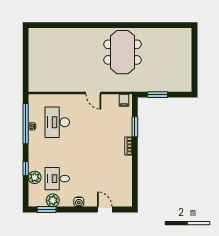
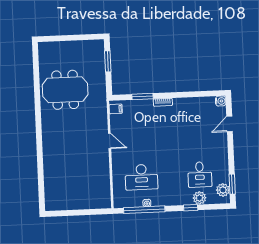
meeting table: (122, 52) -> (65, 90), moved
door: (93, 93) -> (110, 141), hinge flipped
window: (158, 95) -> (108, 61), moved
plant: (53, 200) -> (223, 190), moved
water cooler: (79, 202) -> (221, 101), moved

